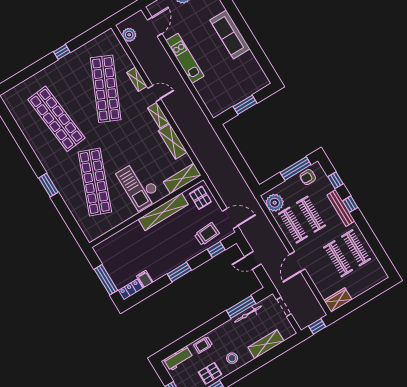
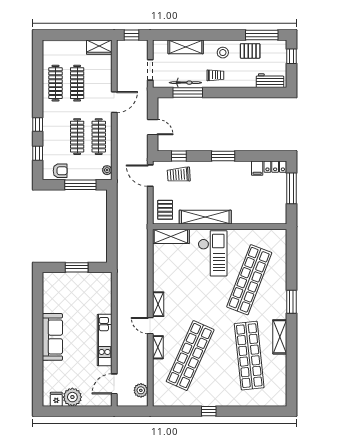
shelving: (173, 142) -> (280, 337), moved
window: (296, 168) -> (80, 185), moved
plant: (275, 203) -> (107, 170), width x0.53, depth x0.53
bench: (341, 208) -> (48, 126), removed
trolley: (203, 345) -> (215, 75), moved

